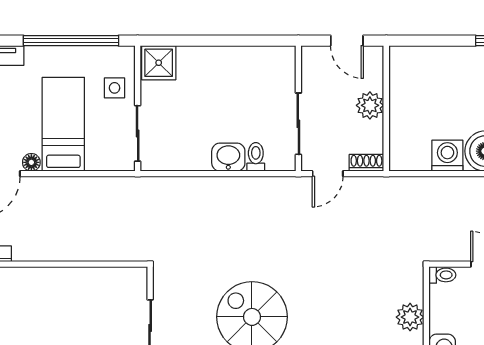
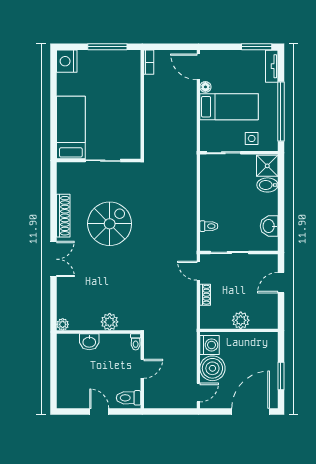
bidet: (189, 62) -> (267, 185), added
plant: (370, 105) -> (241, 320), moved
wall: (386, 108) -> (239, 330), moved
washbasin: (228, 157) -> (269, 226), moved, turned 180

